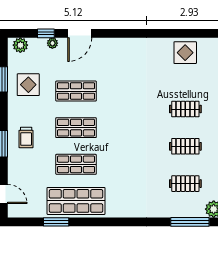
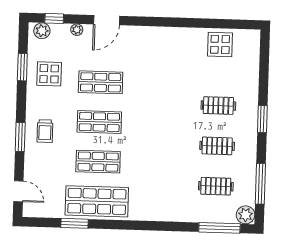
window: (46, 33) -> (54, 18), moved

